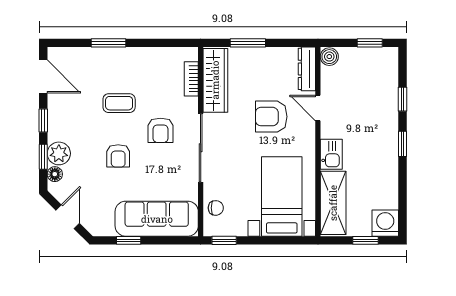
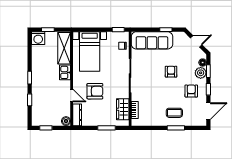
door: (43, 77) -> (208, 111), swing flipped
wardrobe: (215, 80) -> (123, 109), width x0.67
coffee table: (119, 103) -> (174, 113), moved
armchair: (161, 130) -> (191, 91), moved
door: (68, 217) -> (196, 41), swing flipped

